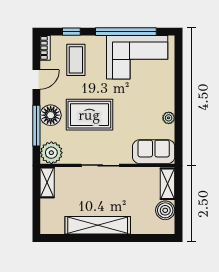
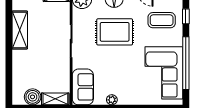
rug: (89, 115) -> (115, 32), turned 90
shelving: (98, 225) -> (20, 30), width x0.68

